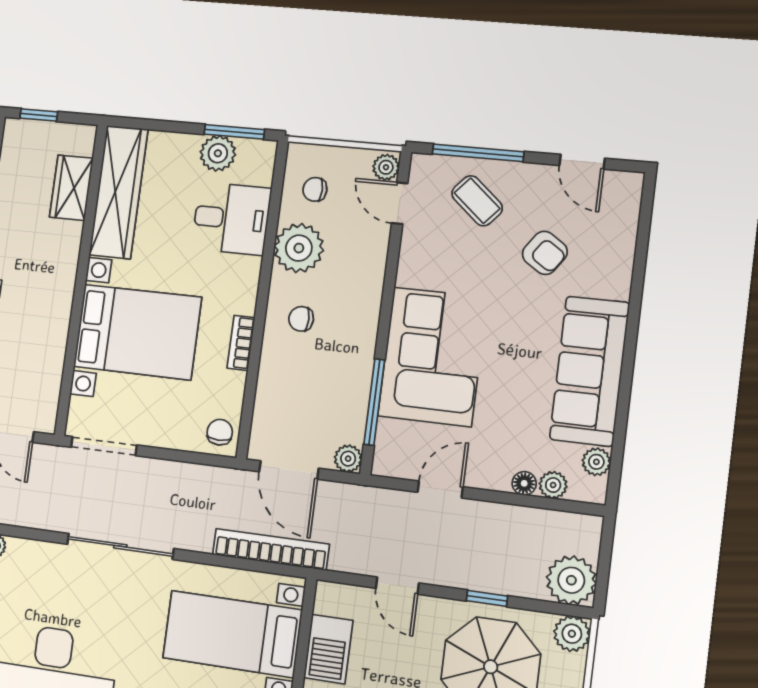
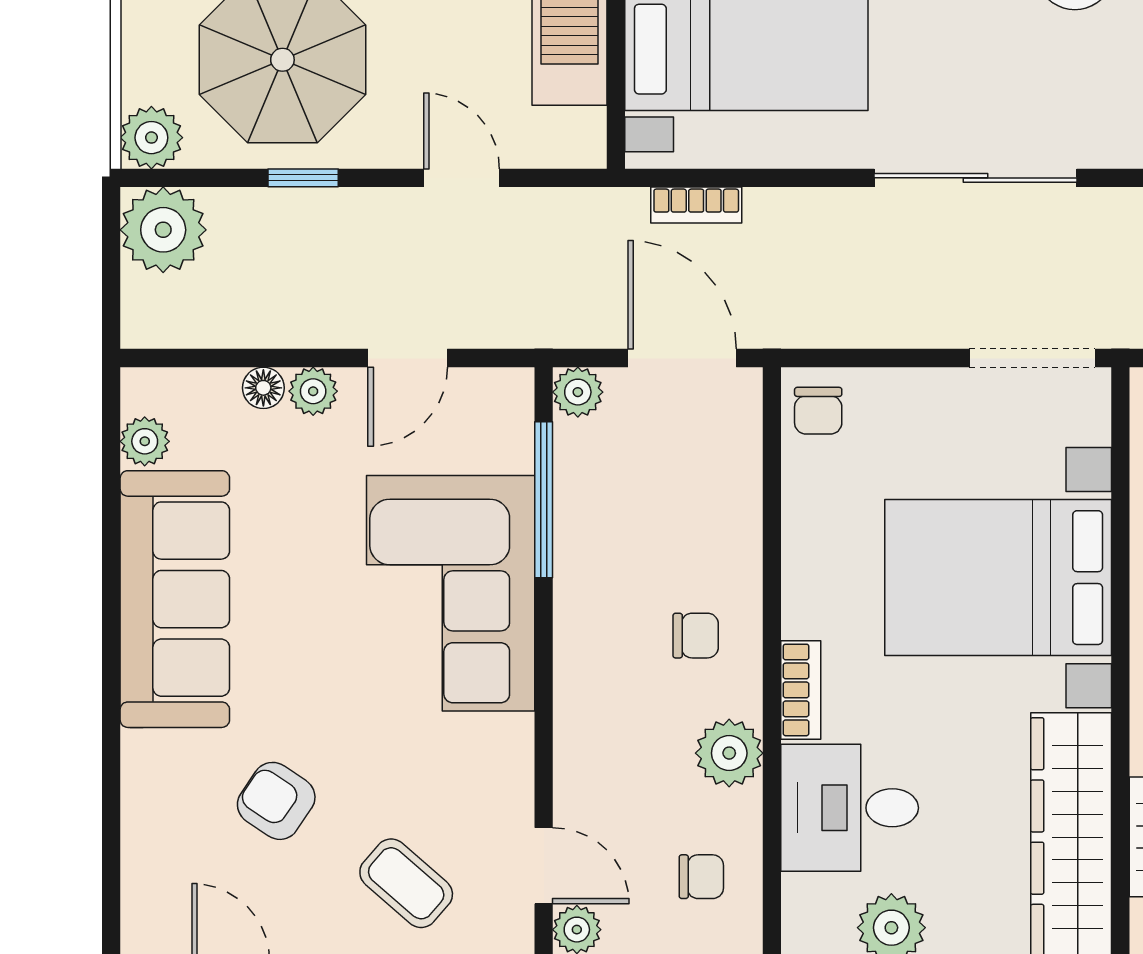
plant: (299, 248) -> (729, 753), width x0.73, depth x0.73
bookcase: (241, 343) -> (801, 690), moved
plant: (553, 485) -> (313, 391), moved
bookcase: (271, 549) -> (696, 205), width x0.43, depth x0.76

